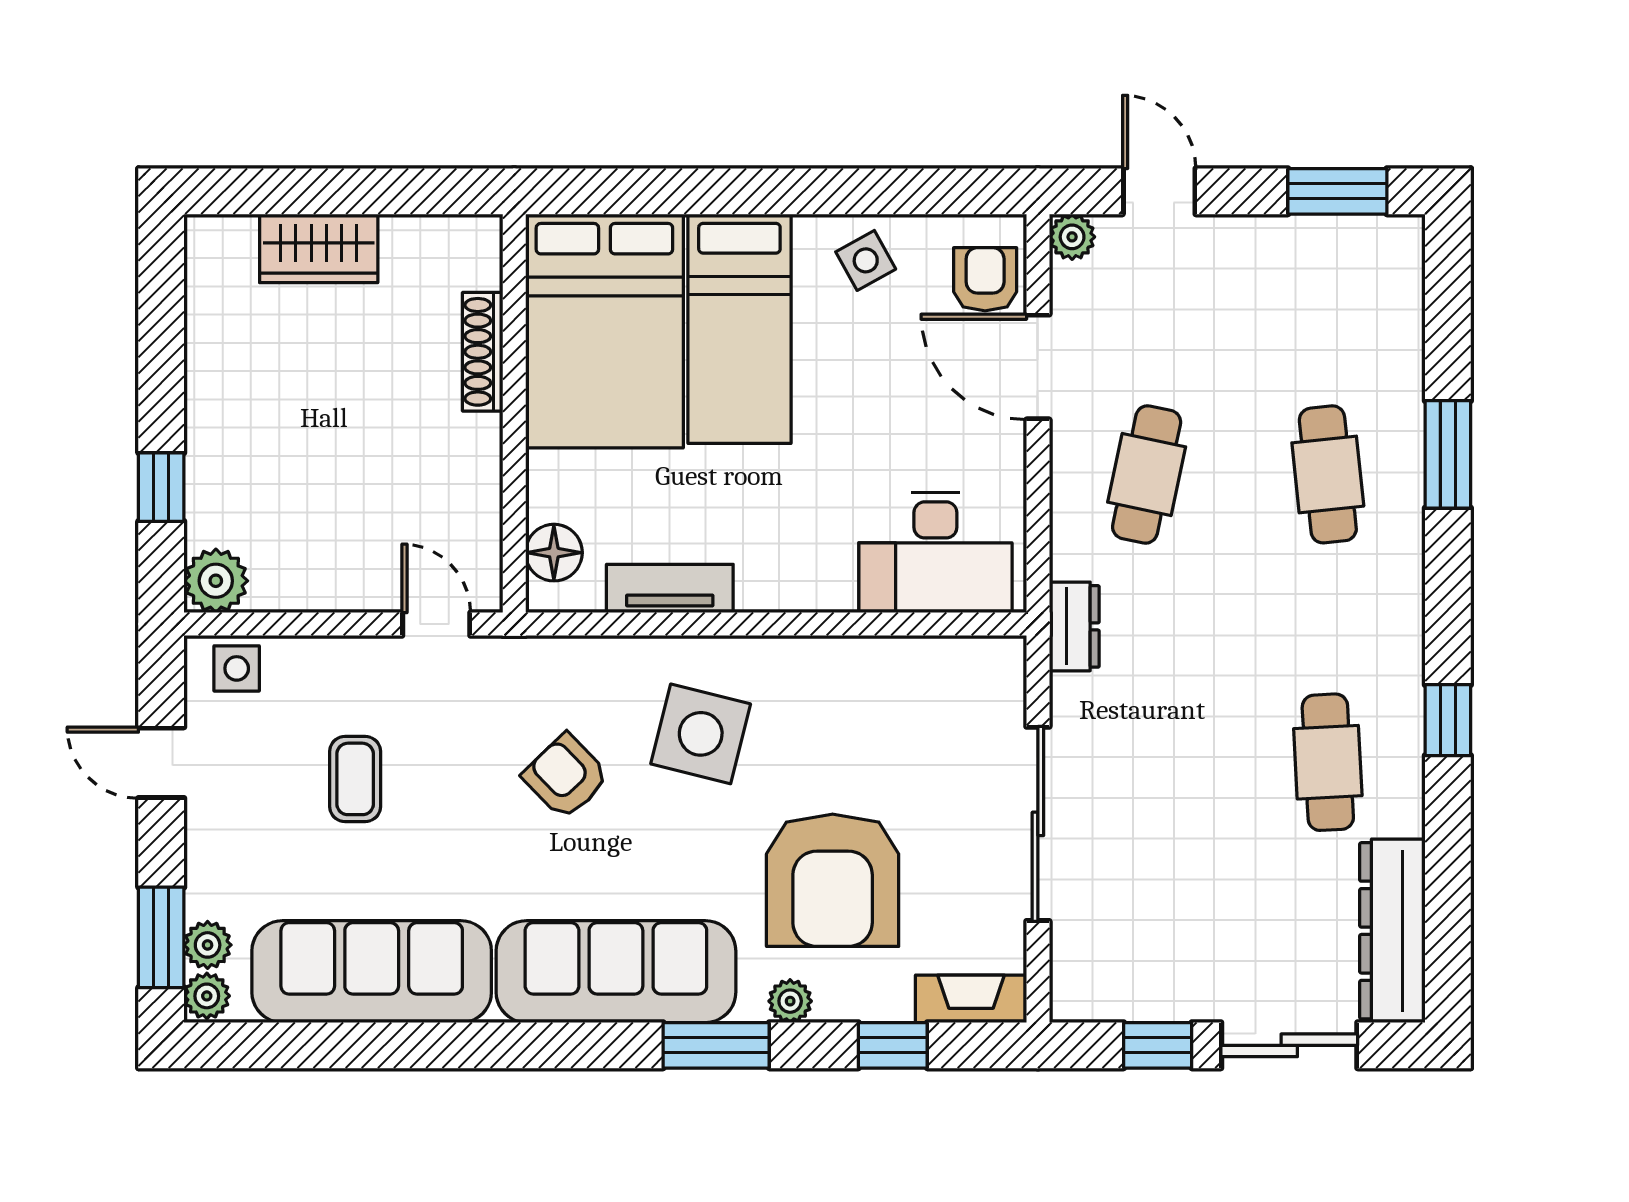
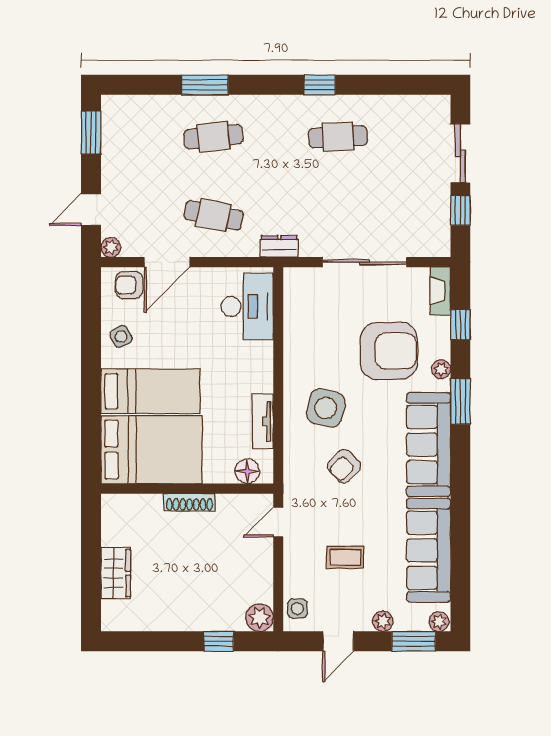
shoe rack: (483, 352) -> (189, 502), moved
dresser: (1392, 931) -> (411, 109), removed
plant: (208, 945) -> (383, 621), moved

